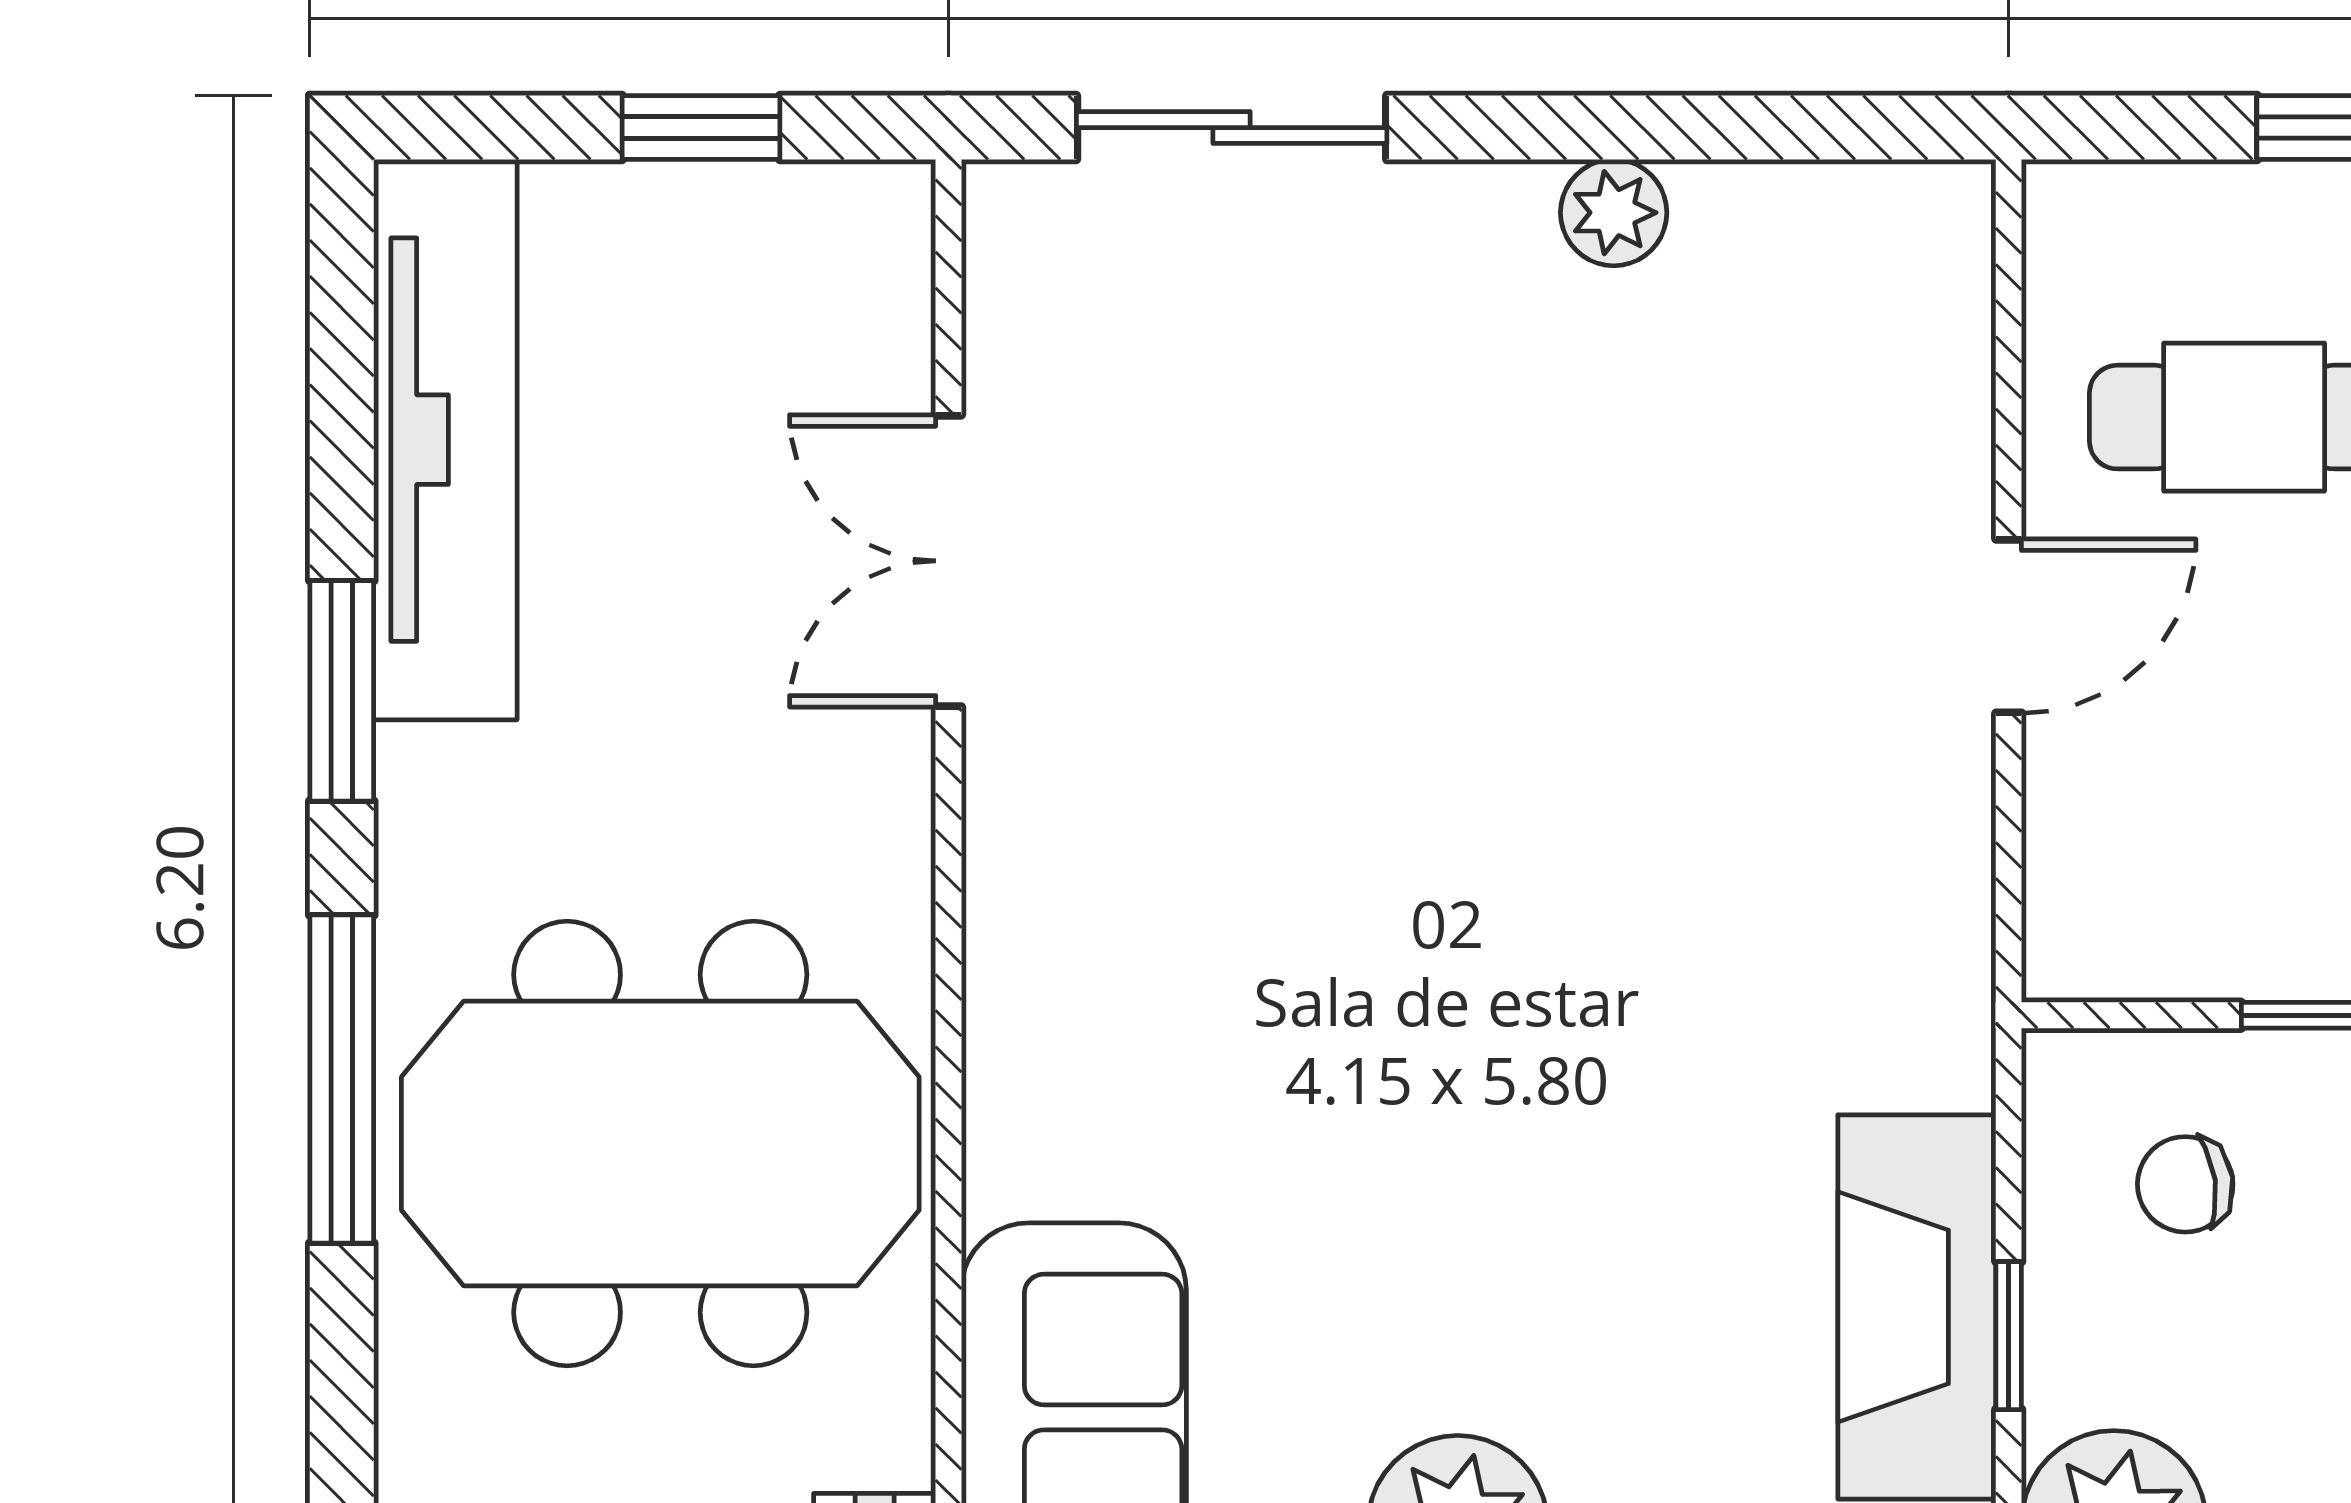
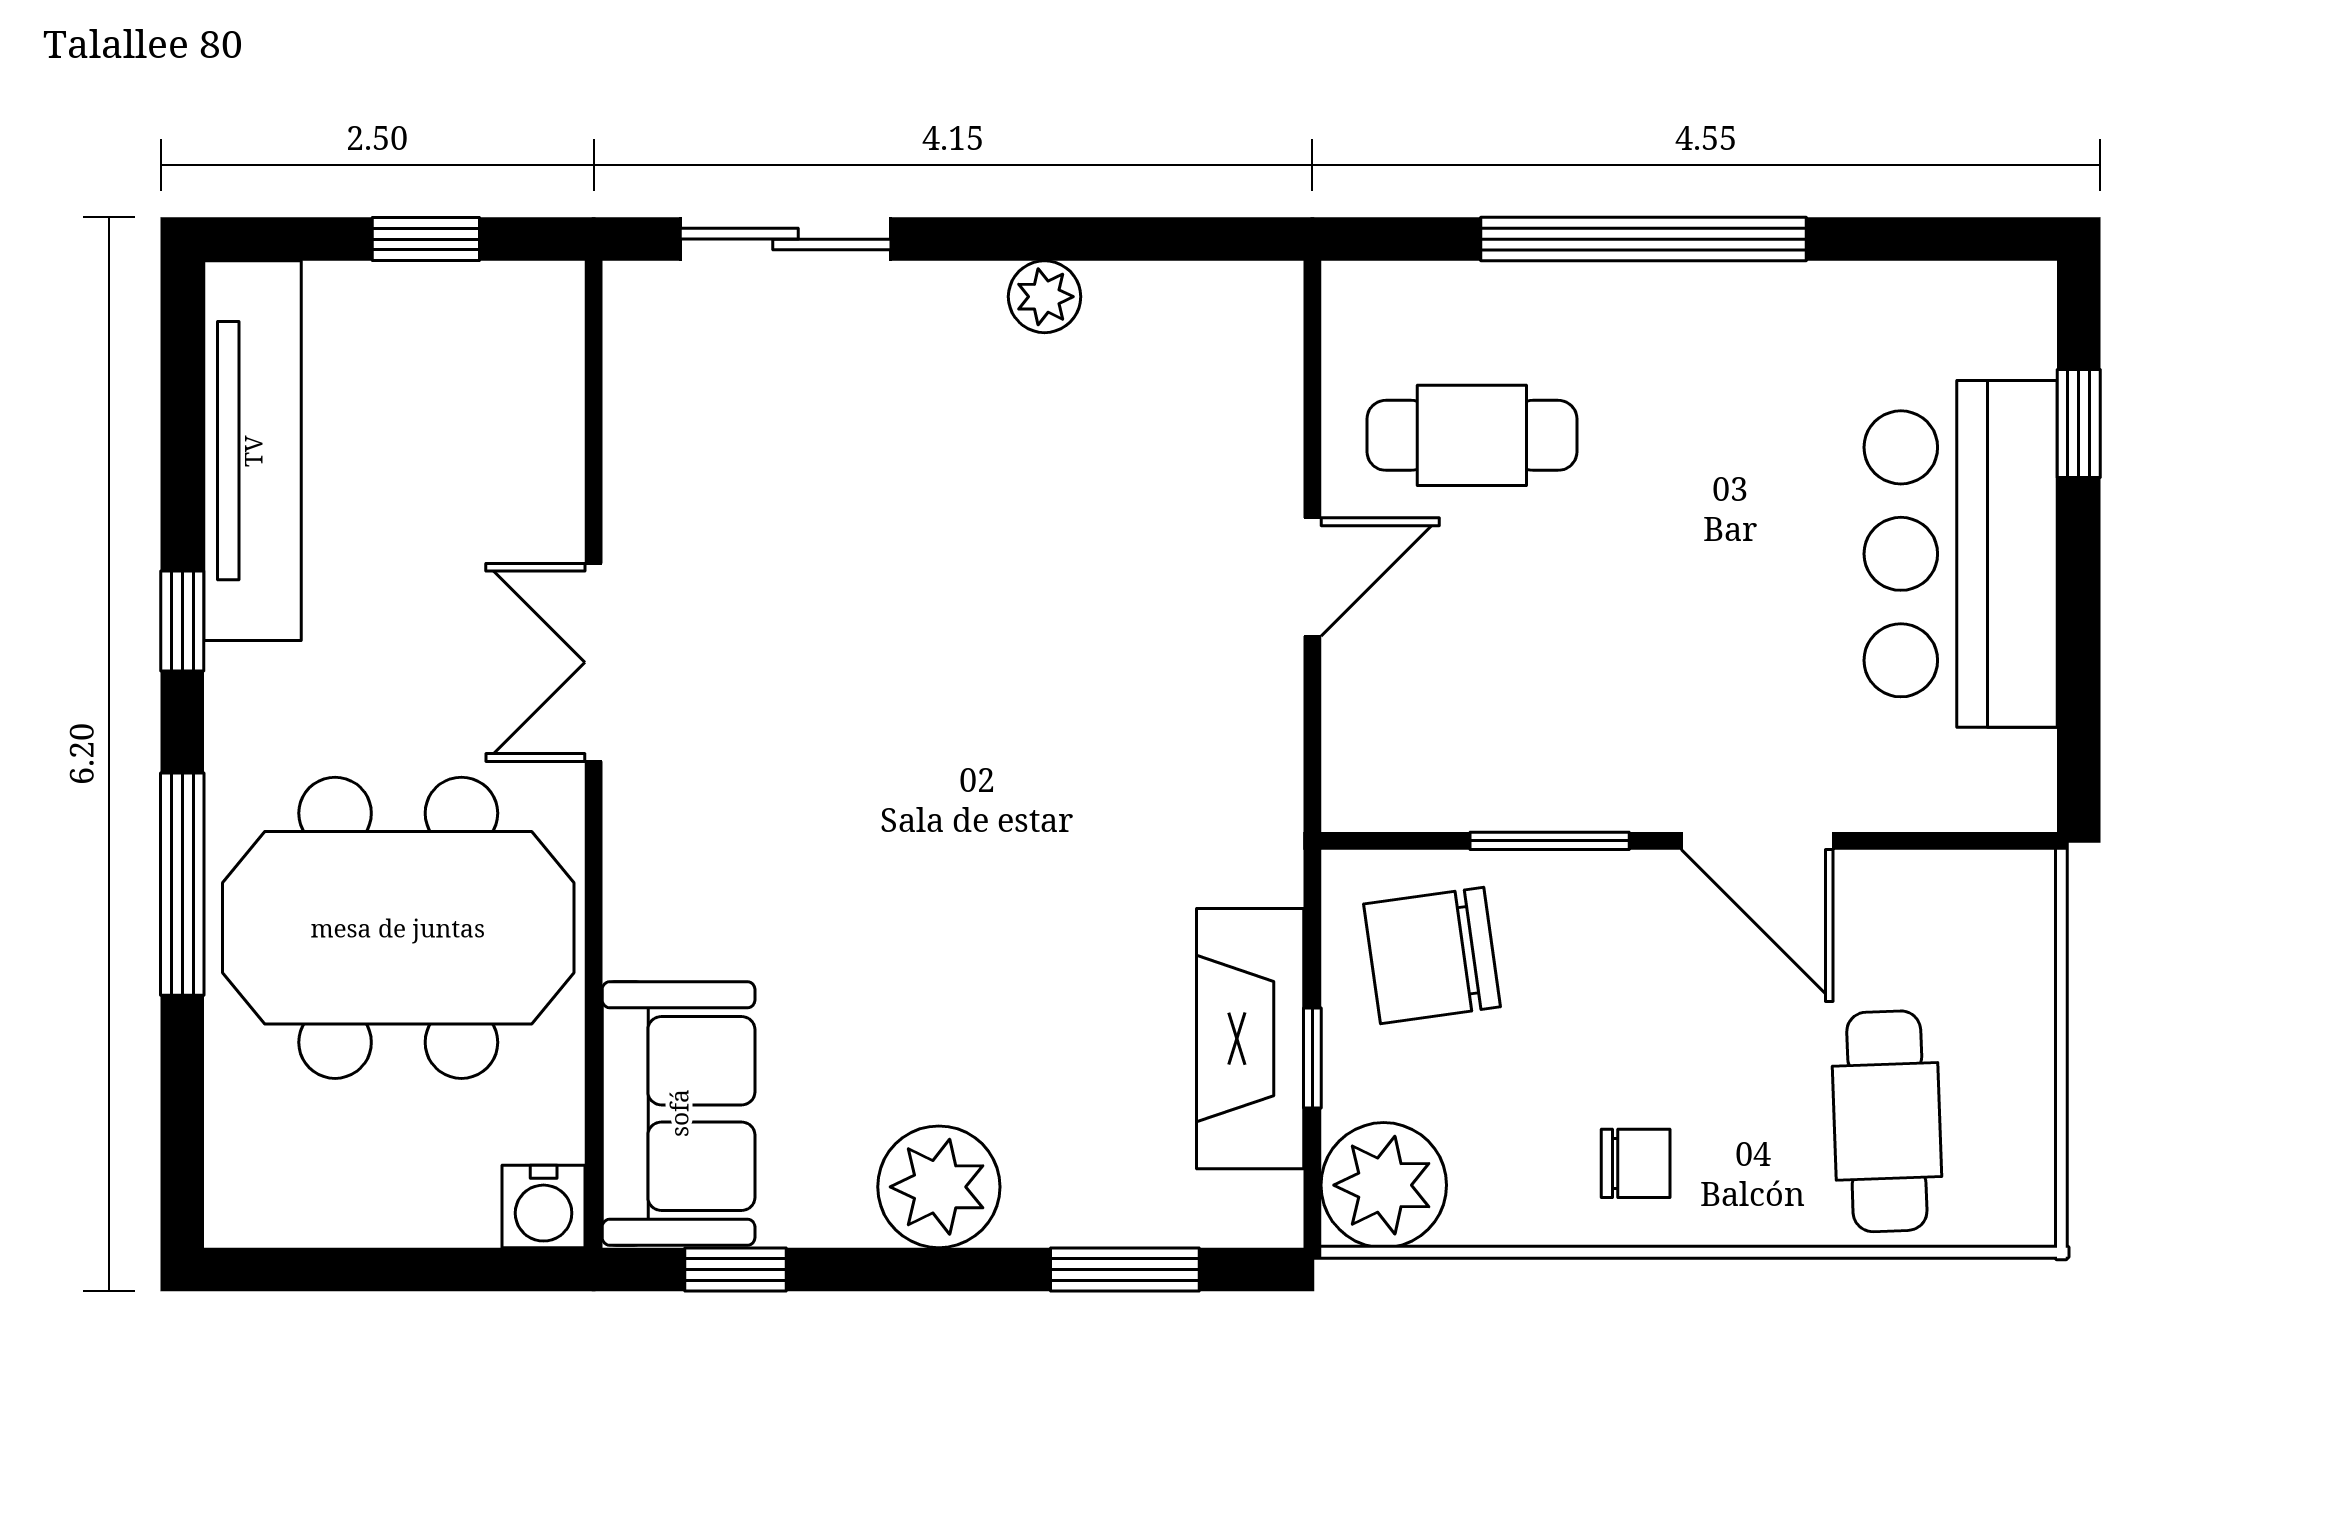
double door: (948, 561) -> (594, 662), moved
window: (342, 691) -> (182, 621), width x0.67
chair: (2185, 1184) -> (1432, 955), width x1.87, depth x1.87

